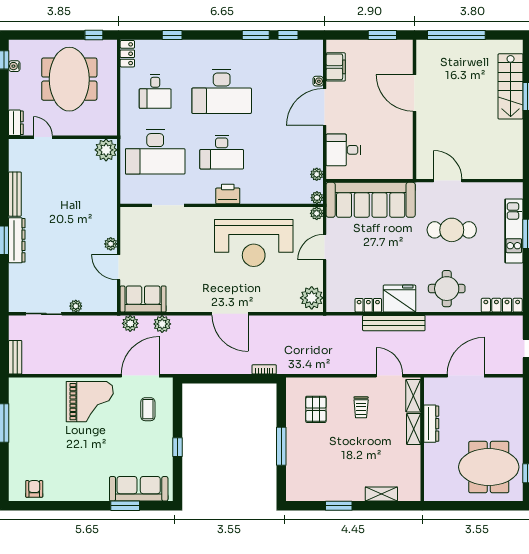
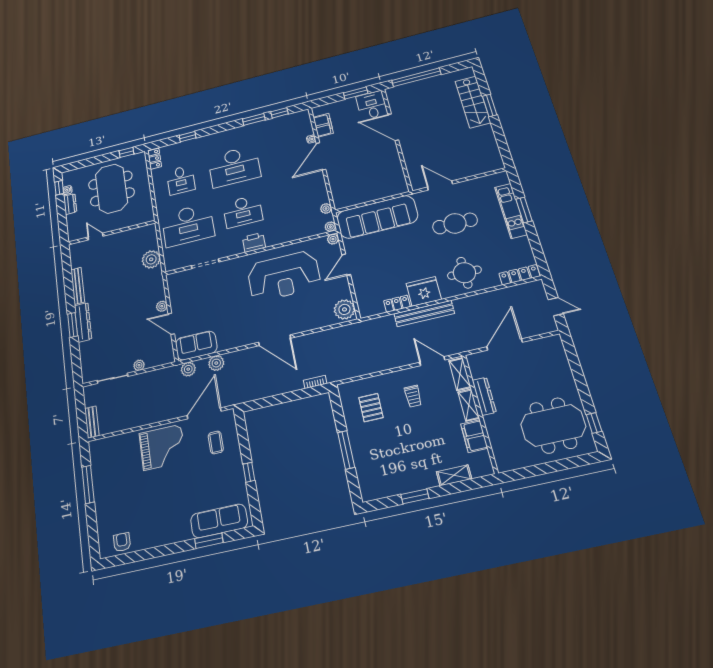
dresser: (16, 123) -> (70, 204), moved
plant: (106, 150) -> (151, 259), moved
desk: (343, 150) -> (372, 105), moved, turned 90
filing cabinet: (411, 461) -> (474, 436), added

